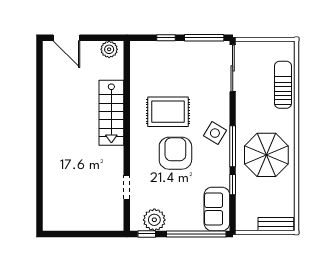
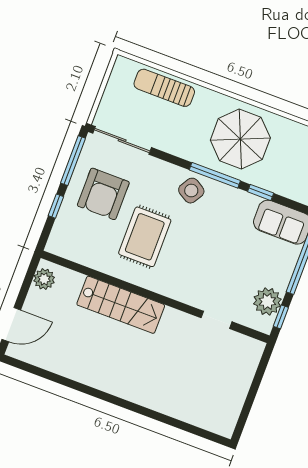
armchair: (175, 153) -> (103, 194), moved, turned -90

